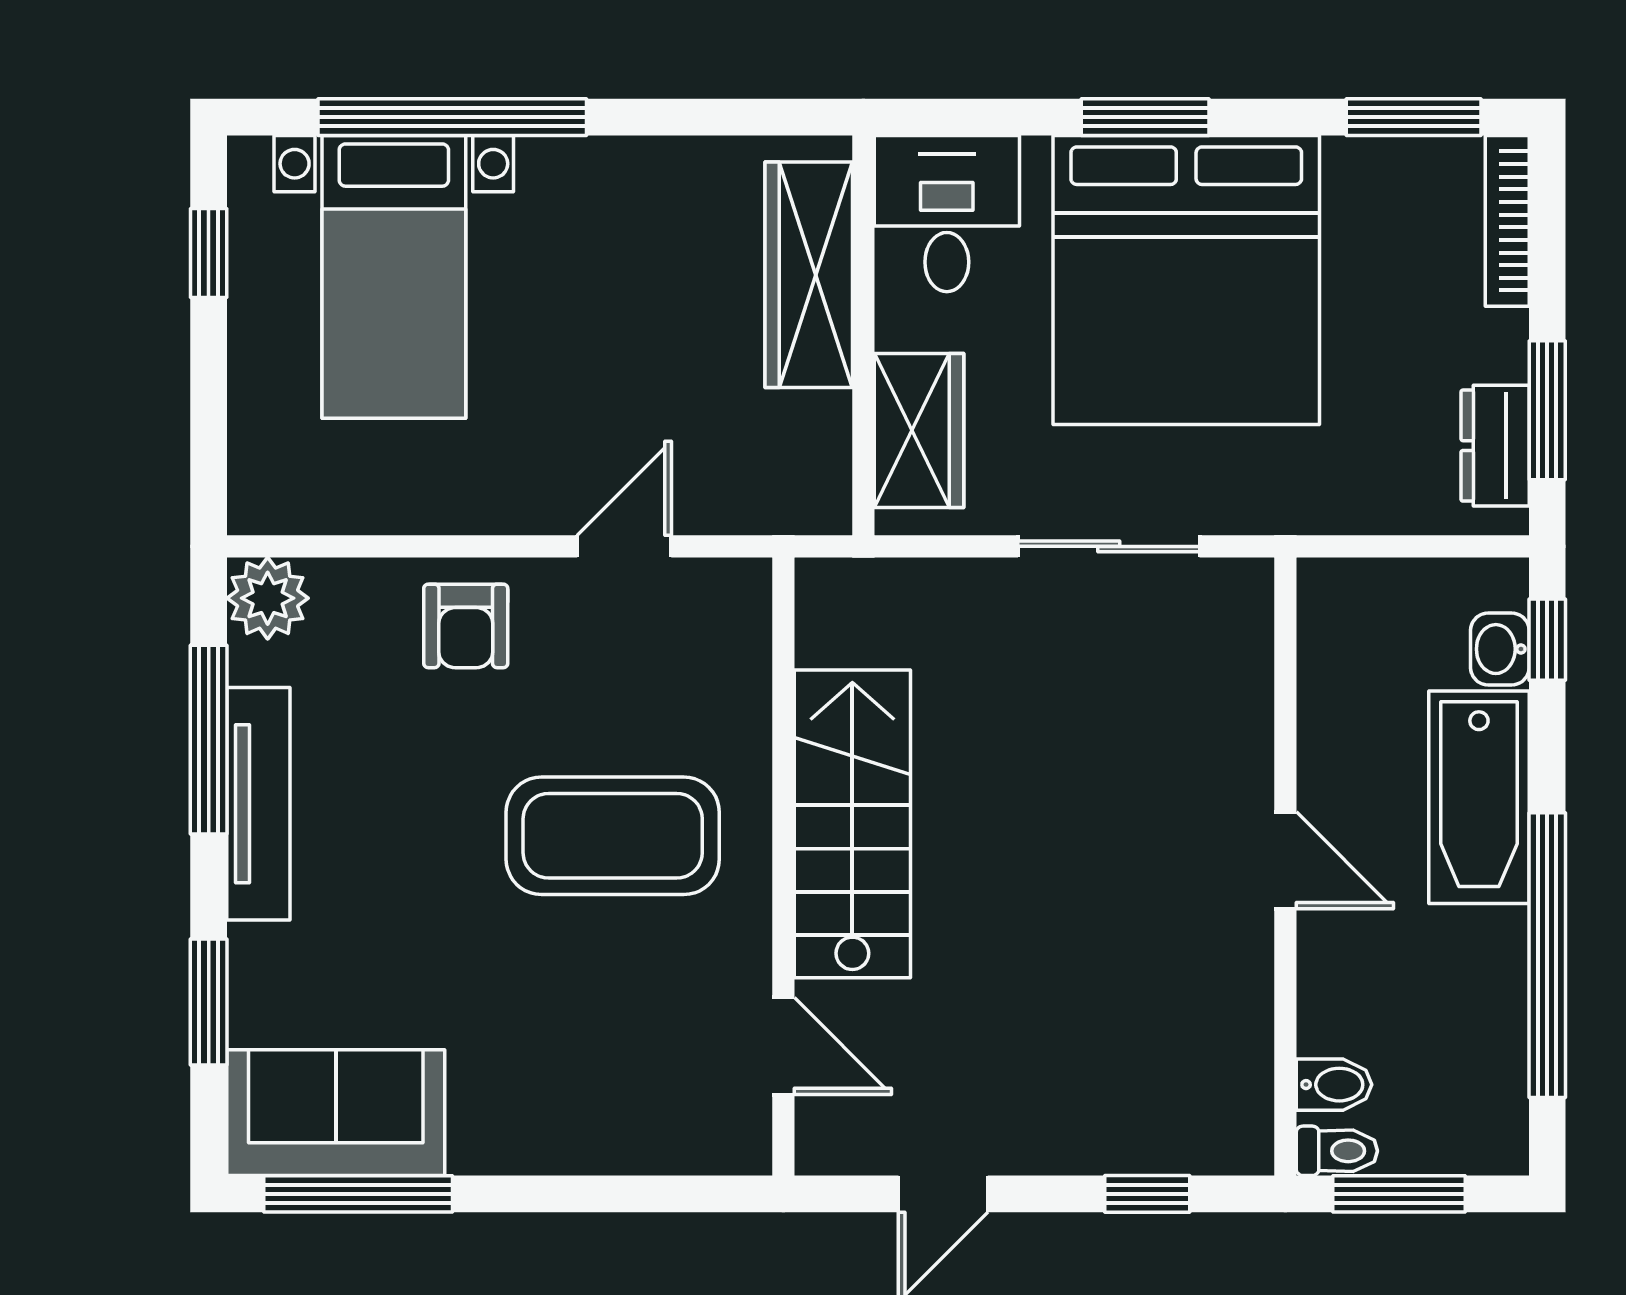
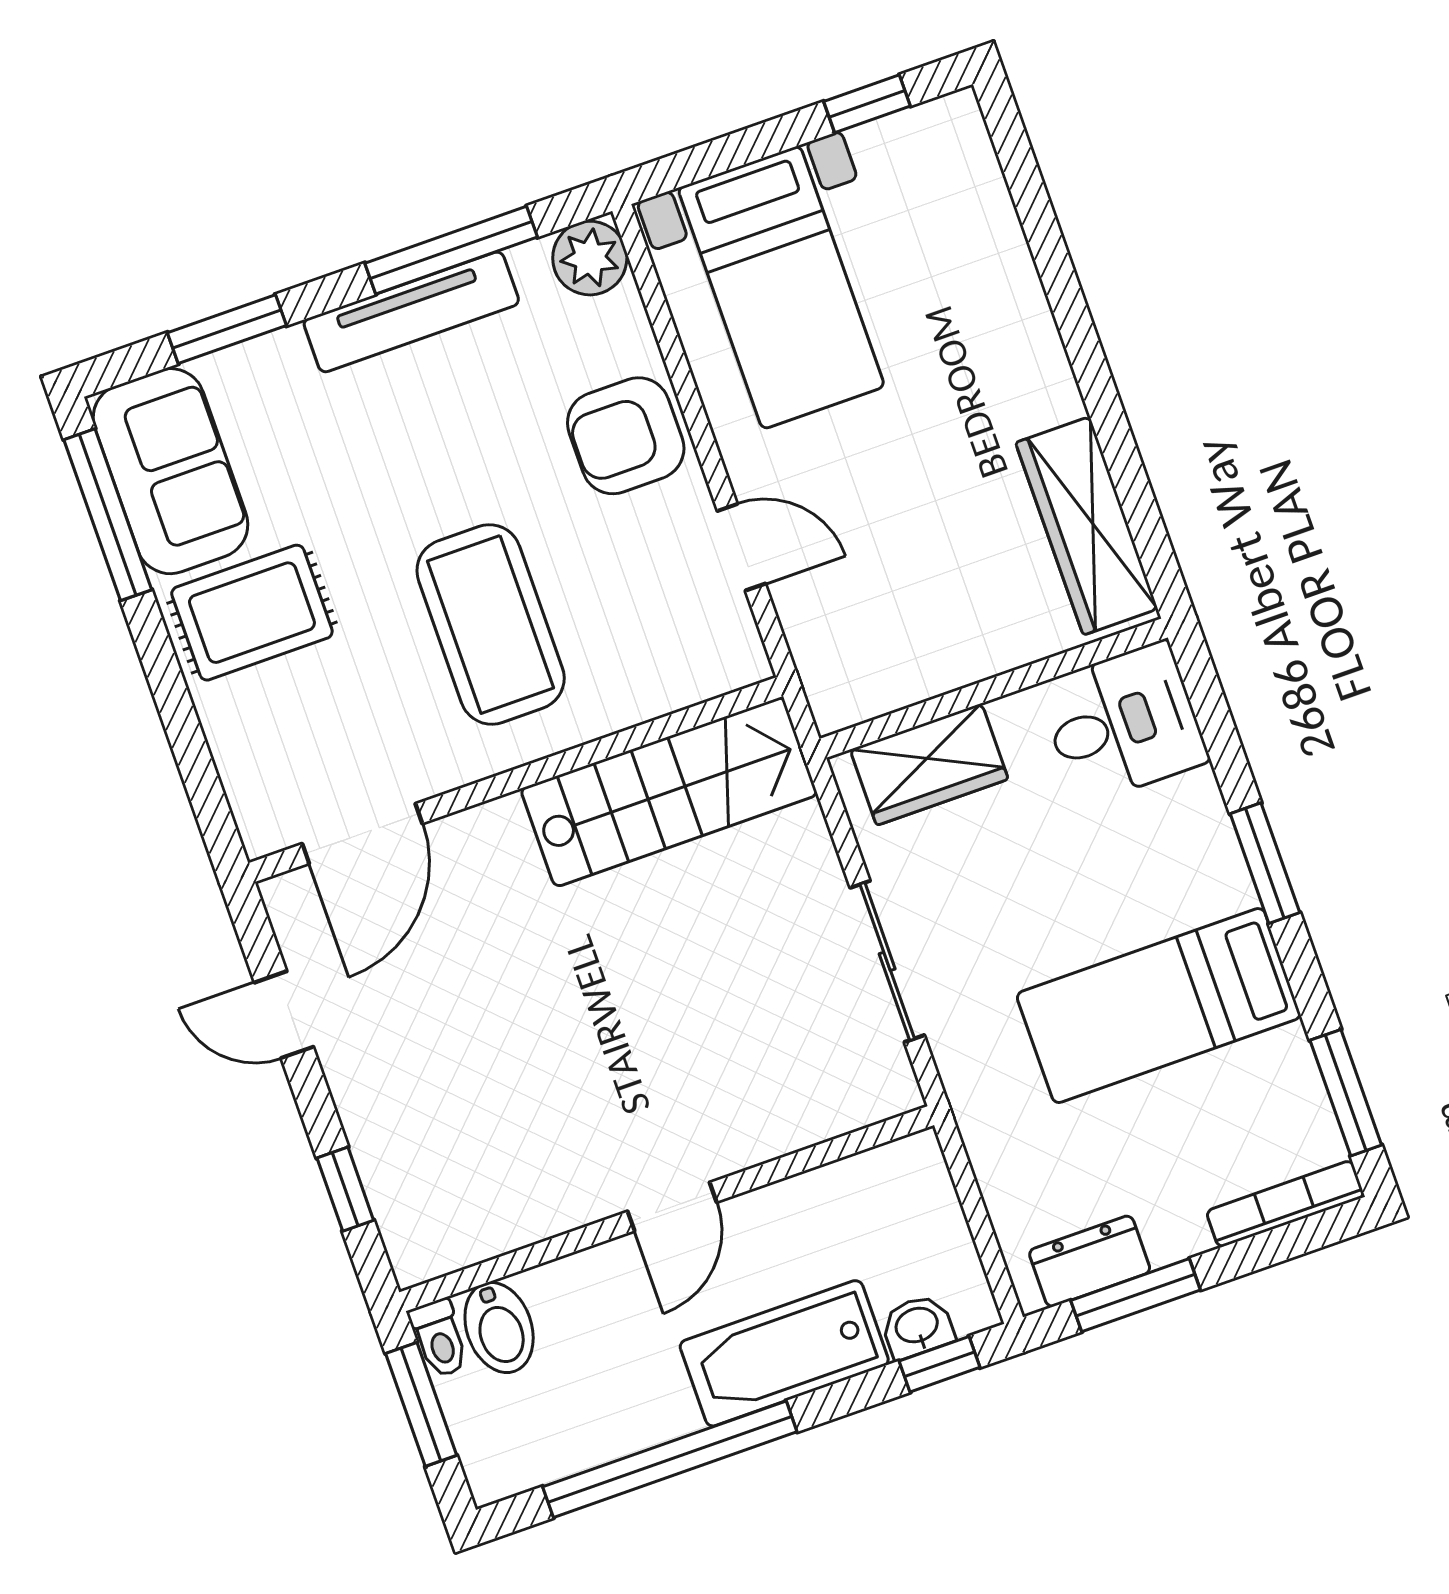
window: (452, 117) -> (1056, 271), removed
wardrobe: (809, 275) -> (1087, 526), moved, turned -90
bed with nightstands: (394, 277) -> (781, 287), moved, turned -90
bed: (1186, 280) -> (1159, 1006), width x0.49
armchair: (466, 626) -> (626, 436), width x1.38, depth x1.38
stairs: (852, 824) -> (669, 792), moved
door: (783, 1046) -> (362, 834), width x1.38
rug: (513, 1080) -> (252, 613), added
bidet: (1334, 1085) -> (499, 1328), width x1.38, depth x1.36

